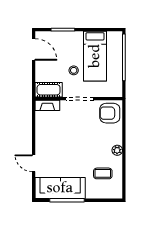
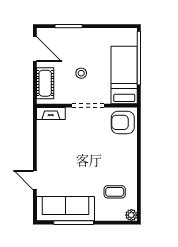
bed: (95, 56) -> (124, 75), moved, turned 180
cot: (49, 90) -> (45, 83), moved, turned 90
plant: (117, 150) -> (131, 215), moved

